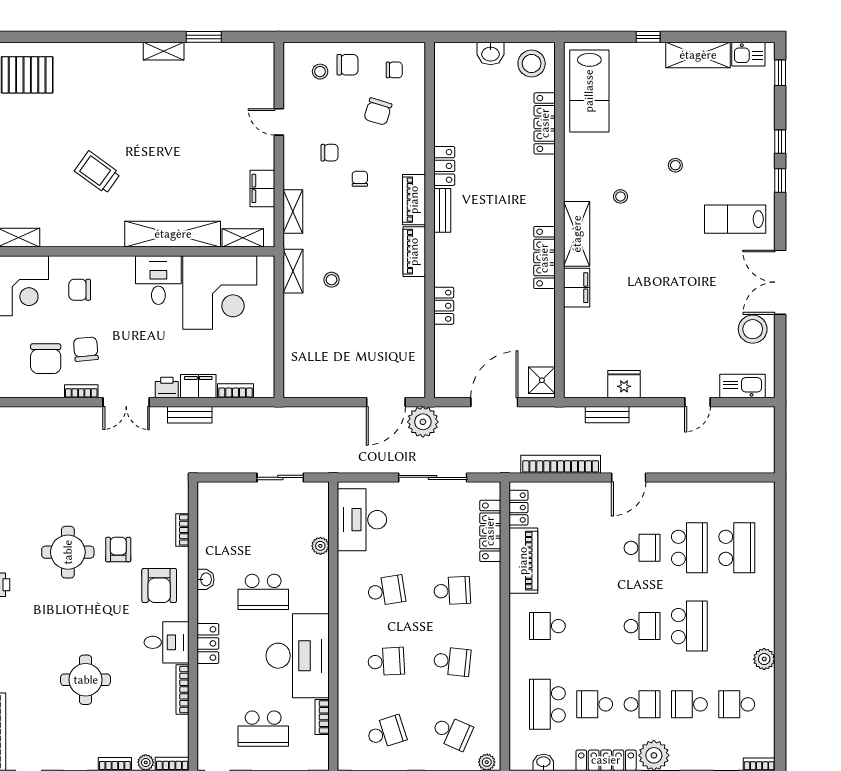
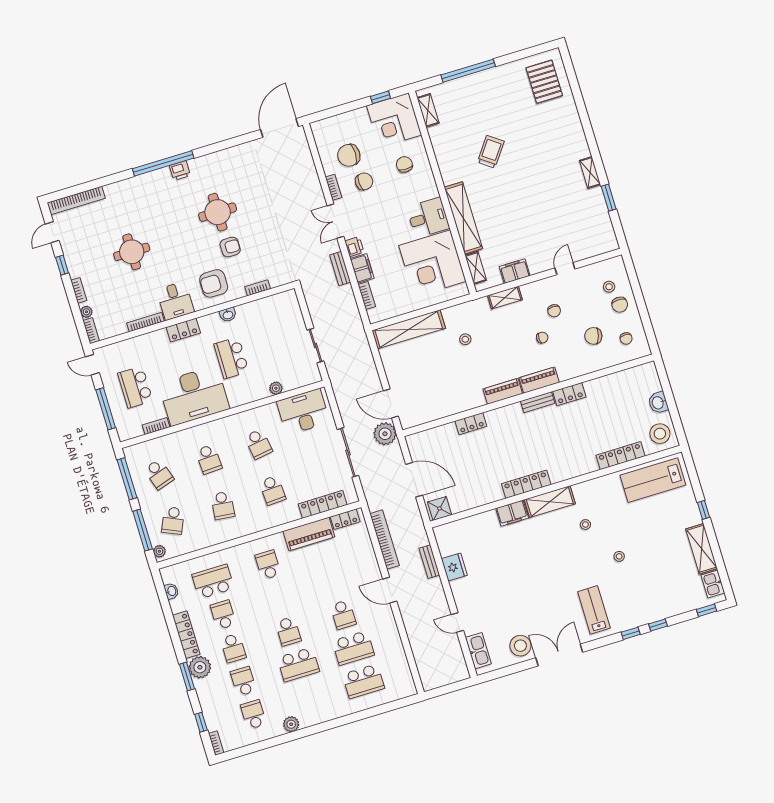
shelving: (293, 271) -> (409, 329), moved, width x2.20, depth x1.33

